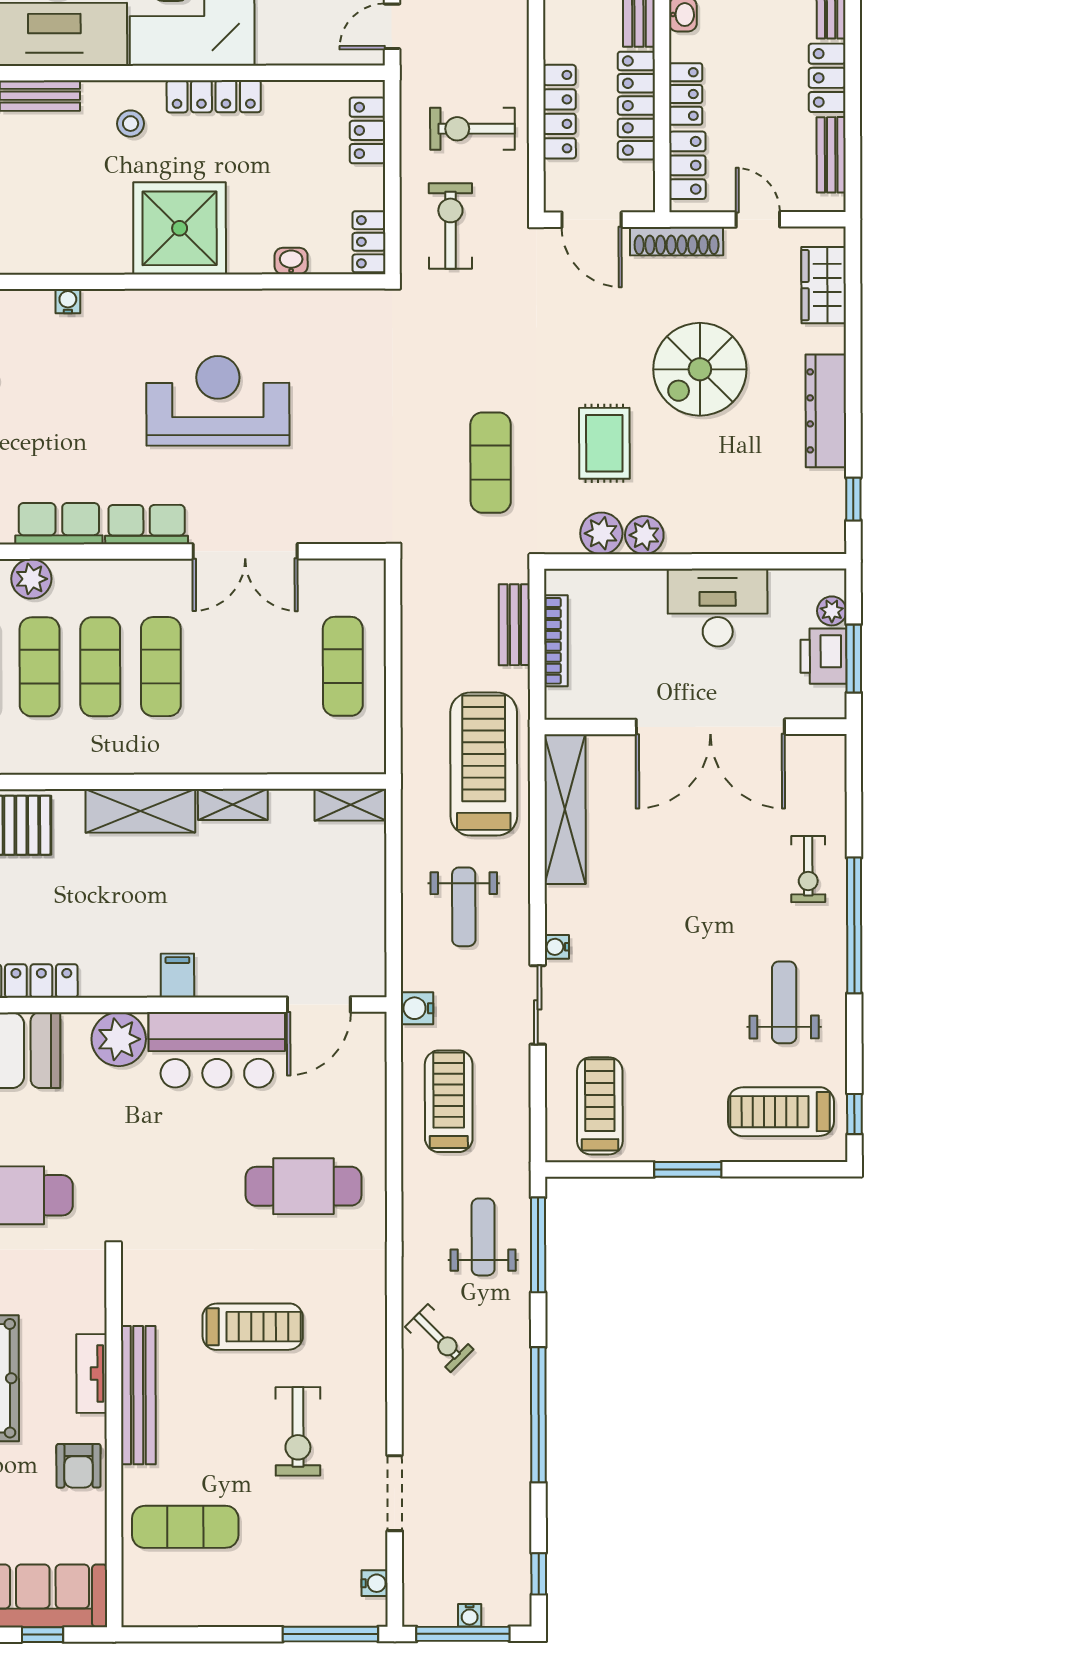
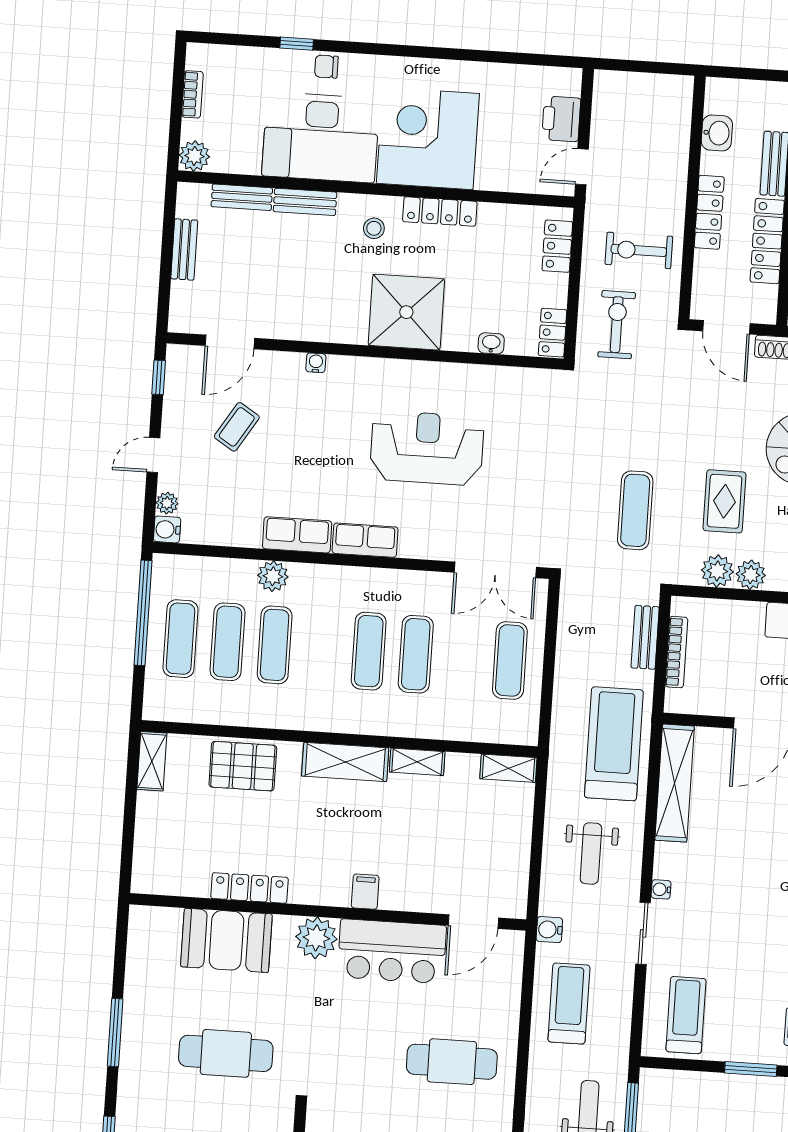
locker: (560, 112) -> (709, 212), moved
double door: (245, 551) -> (495, 570), moved
exercise mat: (100, 667) -> (416, 654), moved

